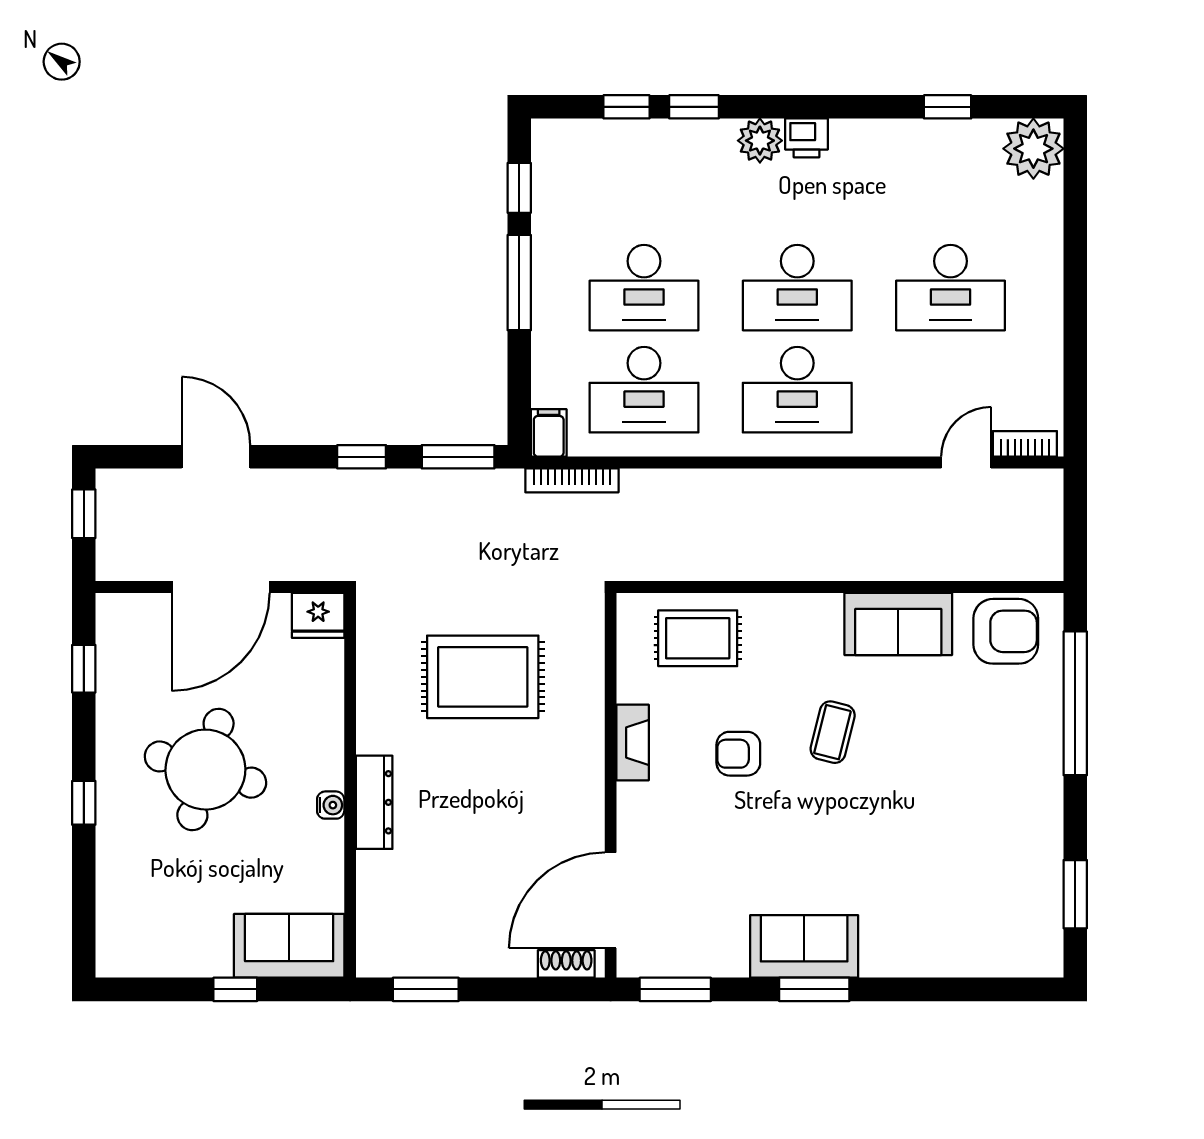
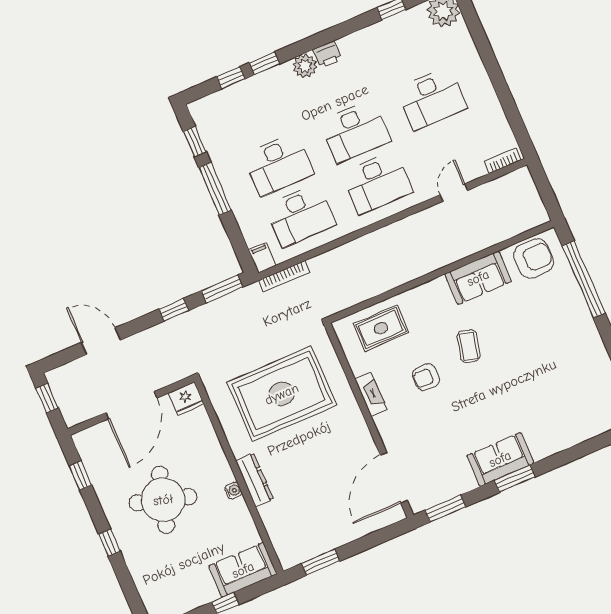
door: (966, 463) -> (454, 193), moved
rug: (483, 677) -> (282, 394), width x1.37, depth x1.44
shoe rack: (566, 964) -> (385, 519), removed

